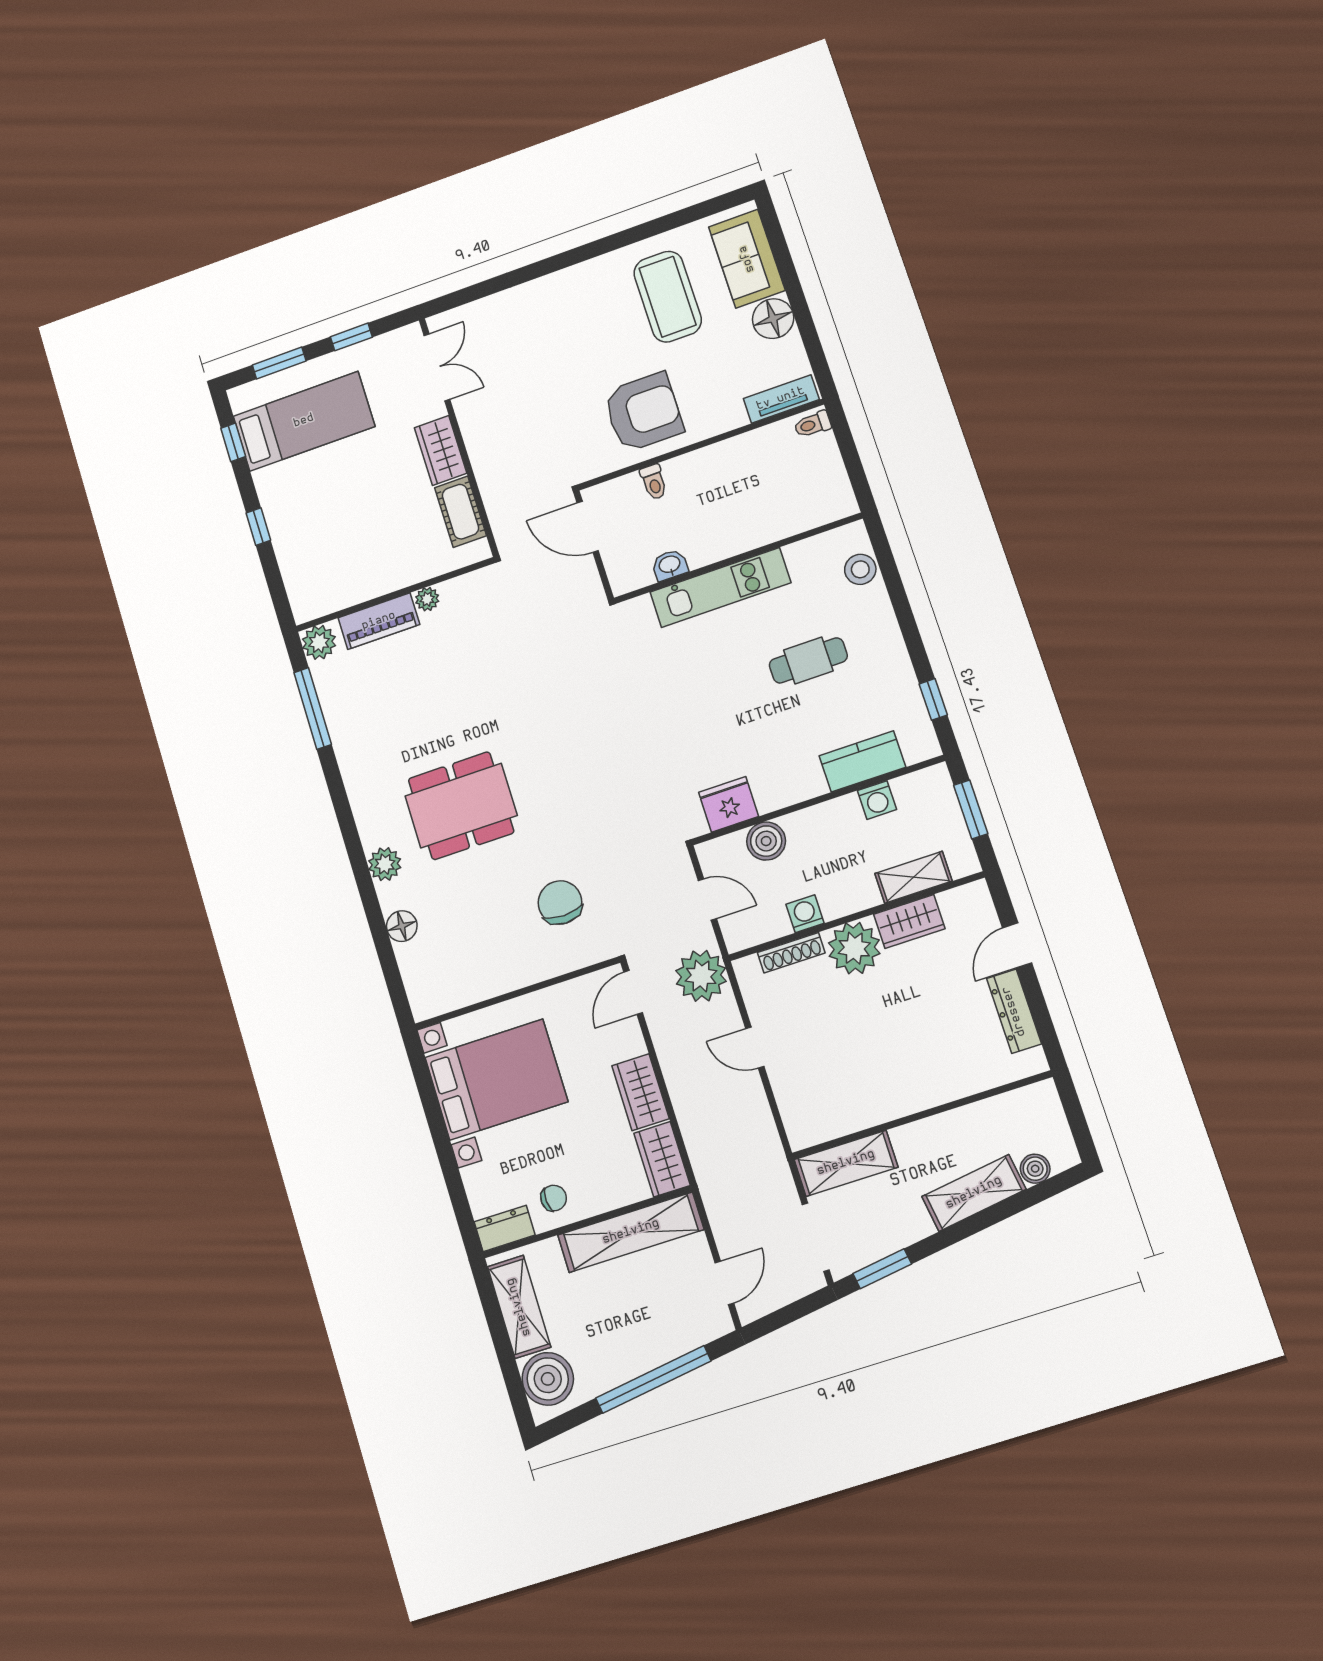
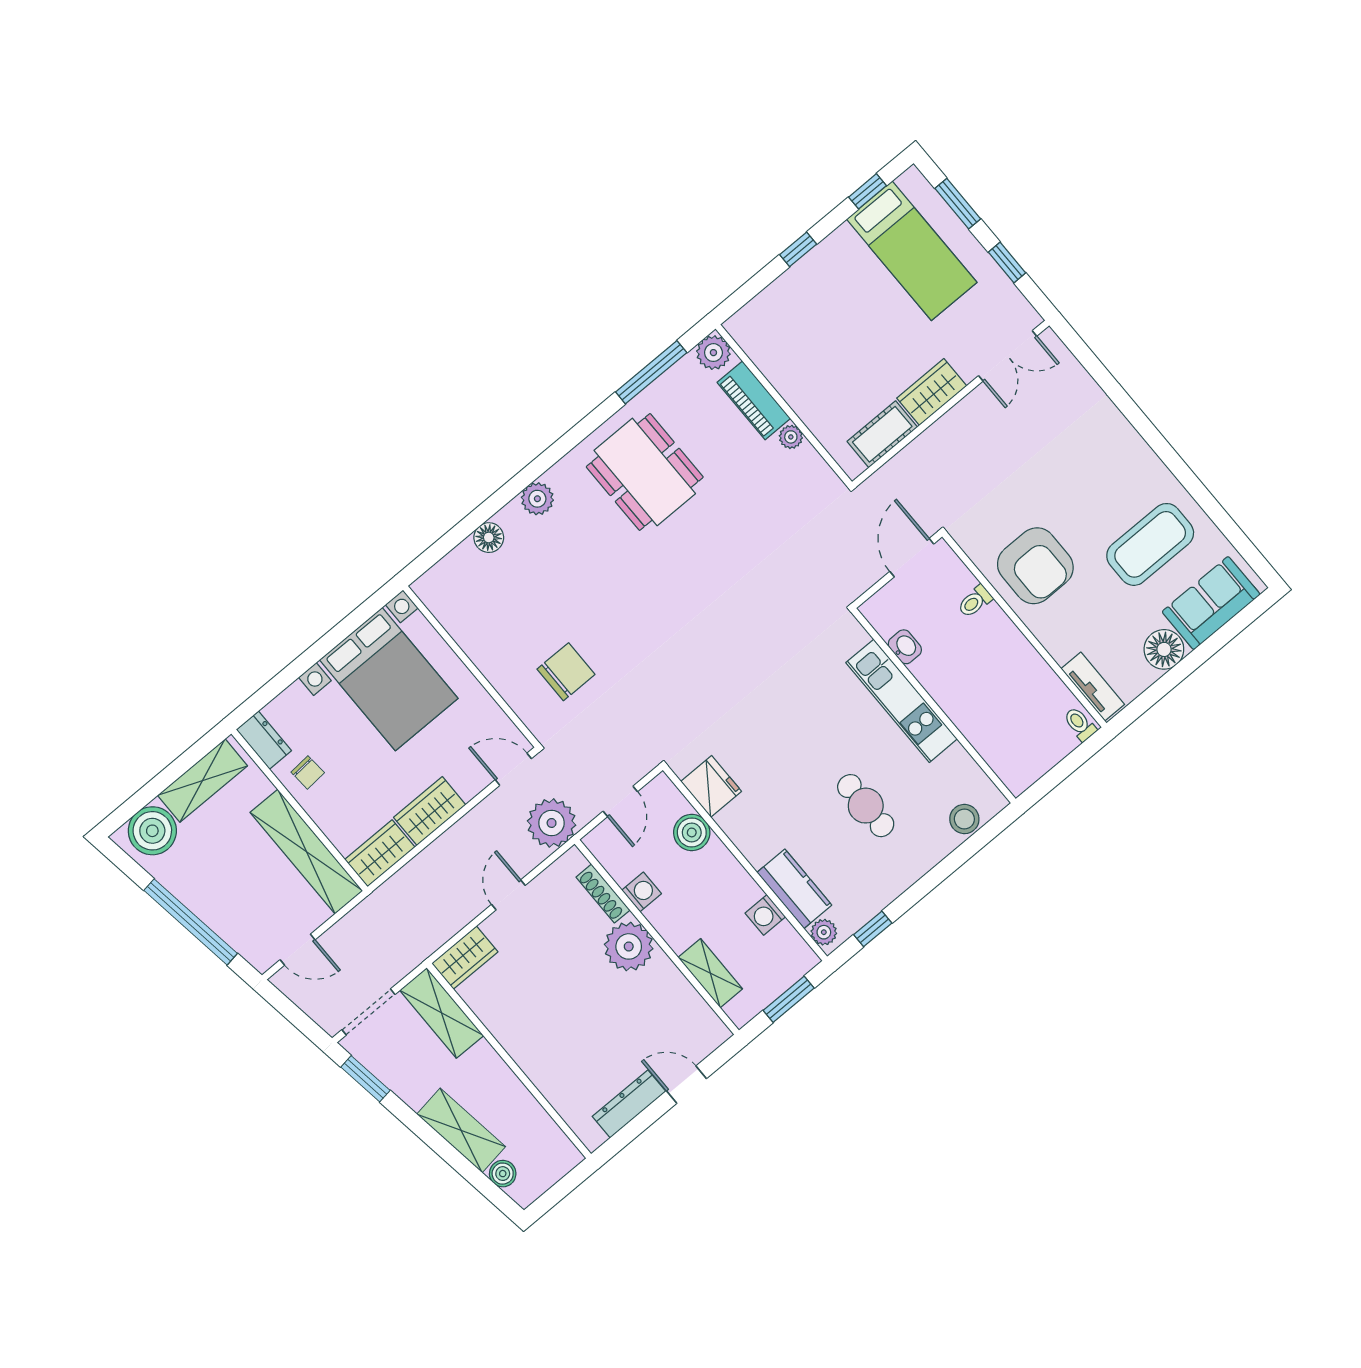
plant: (917, 749) -> (824, 932), added
dining table: (461, 806) -> (645, 472), moved
wardrobe: (909, 922) -> (465, 958), moved, turned -90

